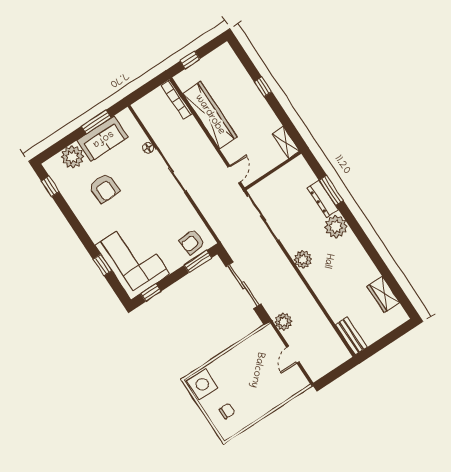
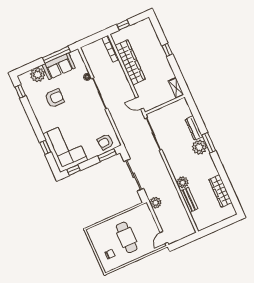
window: (96, 122) -> (56, 55), width x1.44
door: (234, 174) -> (140, 103), swing flipped
armchair: (104, 188) -> (55, 98), turned -89
window: (331, 190) -> (209, 143), moved
plant: (303, 259) -> (183, 182), moved
wardrobe: (383, 295) -> (220, 191), width x1.50
bench: (351, 336) -> (189, 200), moved
door: (293, 355) -> (164, 238), moved
cafe table: (248, 382) -> (127, 237), added
side table: (202, 384) -> (97, 234), removed

